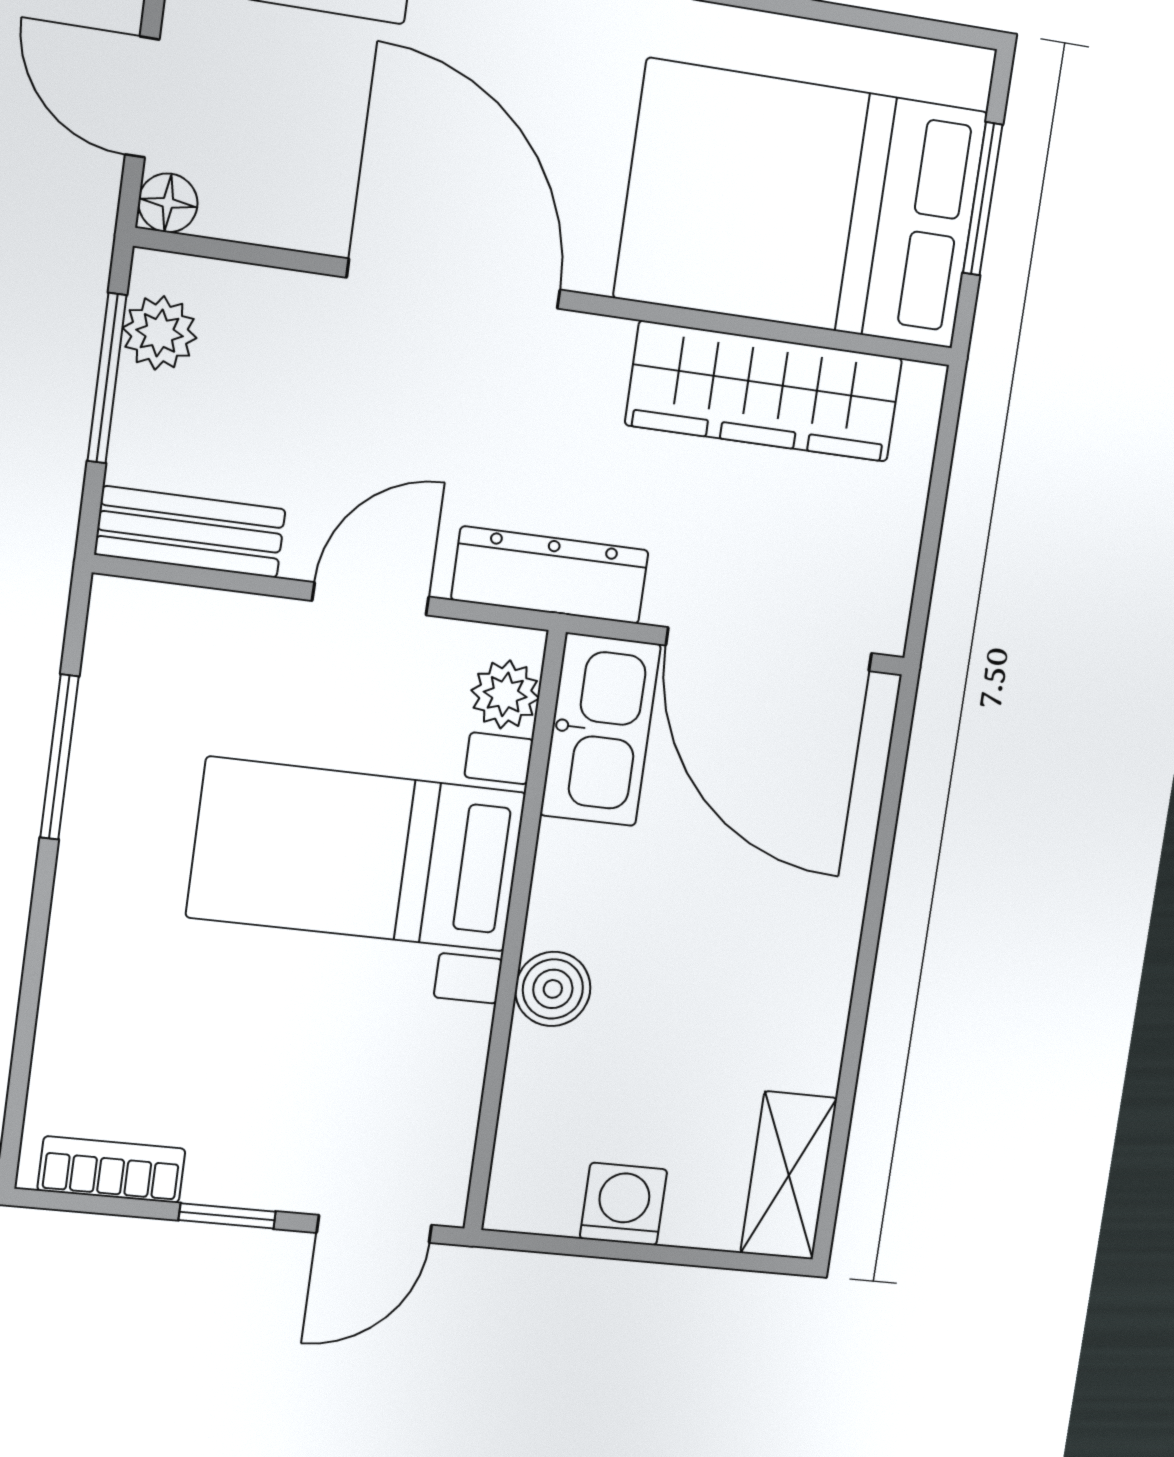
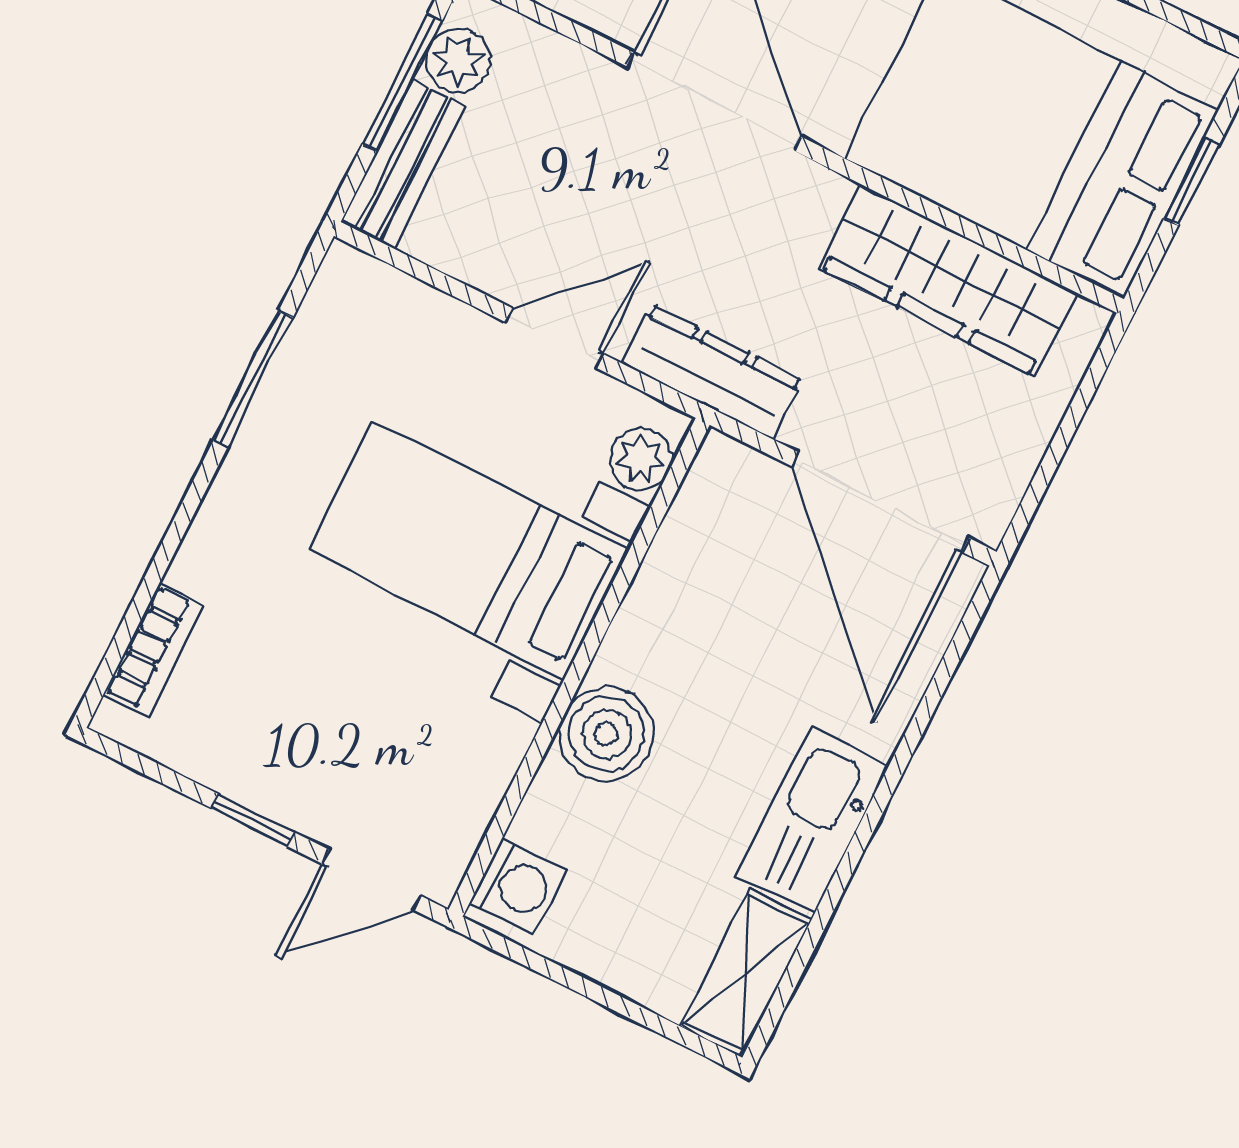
window: (983, 199) -> (1192, 182), width x0.67
bench: (190, 532) -> (404, 165), moved, turned 90
kitchen sink: (600, 730) -> (813, 820), moved, turned 180
boiler: (553, 989) -> (607, 734), width x1.36, depth x1.36
bookcase: (112, 1170) -> (153, 650), moved, turned 90
washing machine: (624, 1204) -> (518, 886), moved, turned 90

